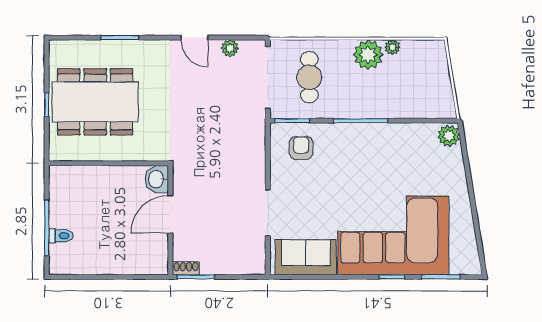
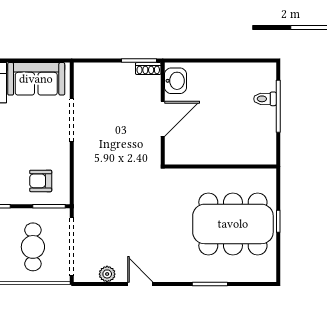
armchair: (301, 148) -> (41, 181), turned 90
washbasin: (157, 179) -> (175, 81), moved

